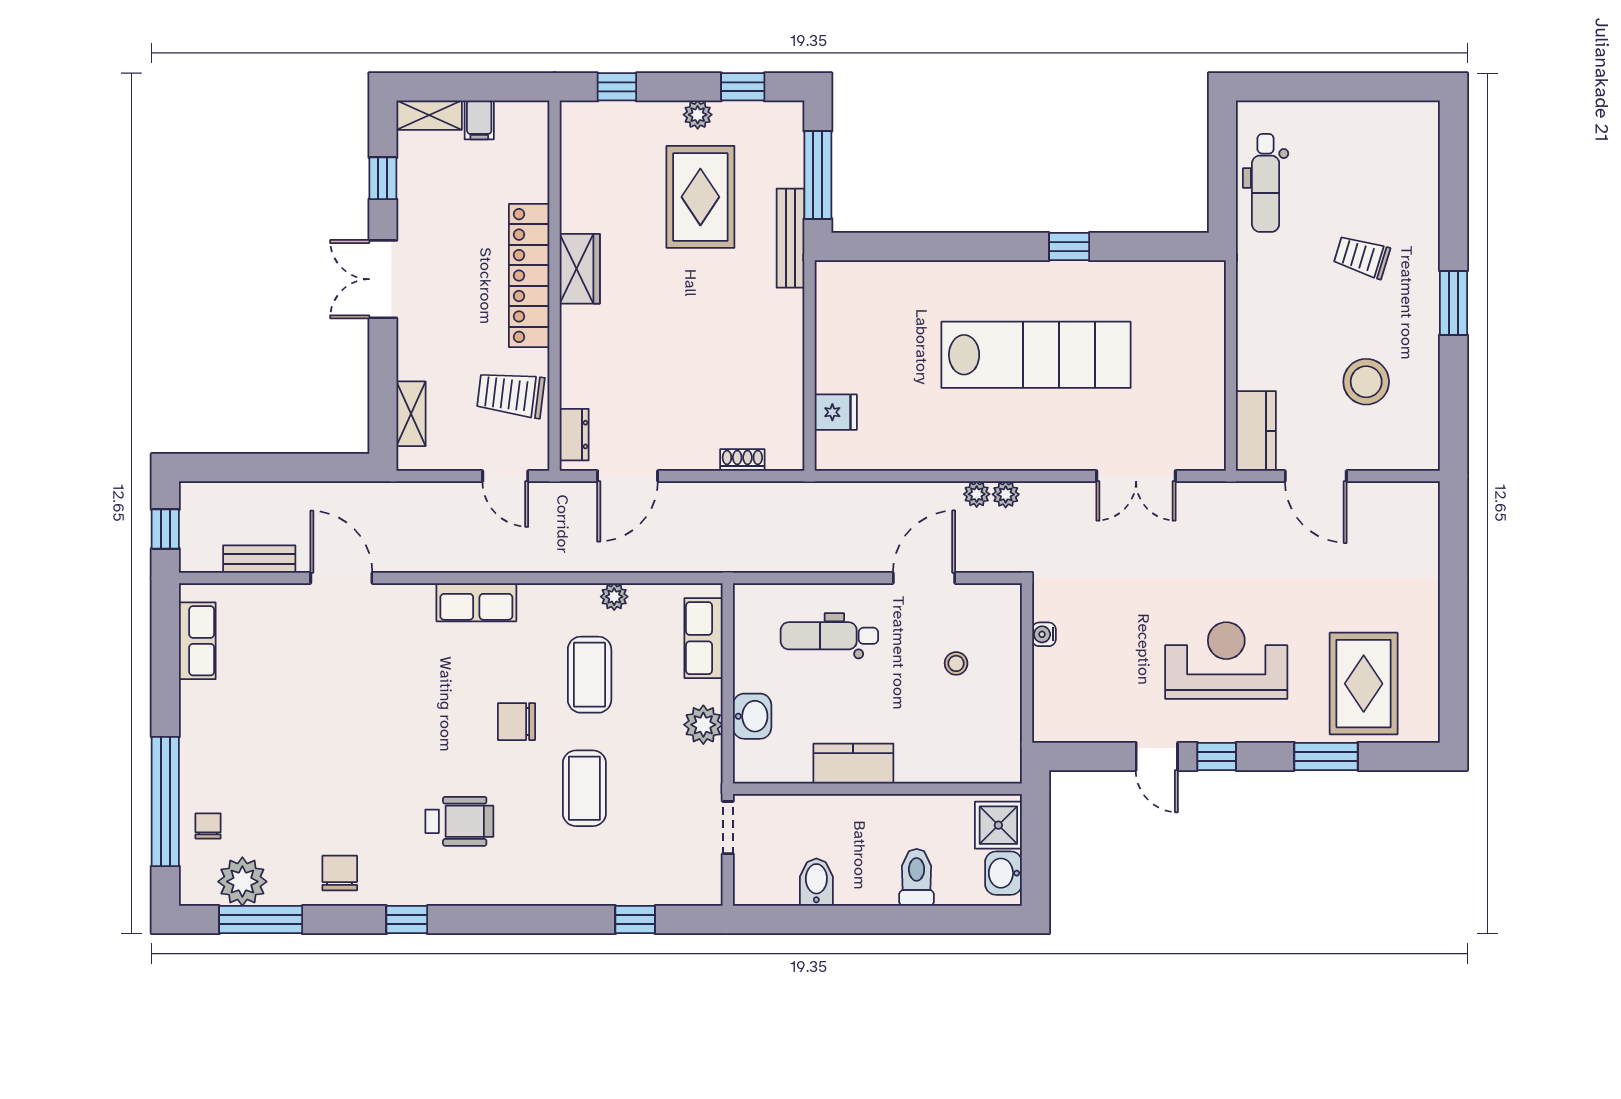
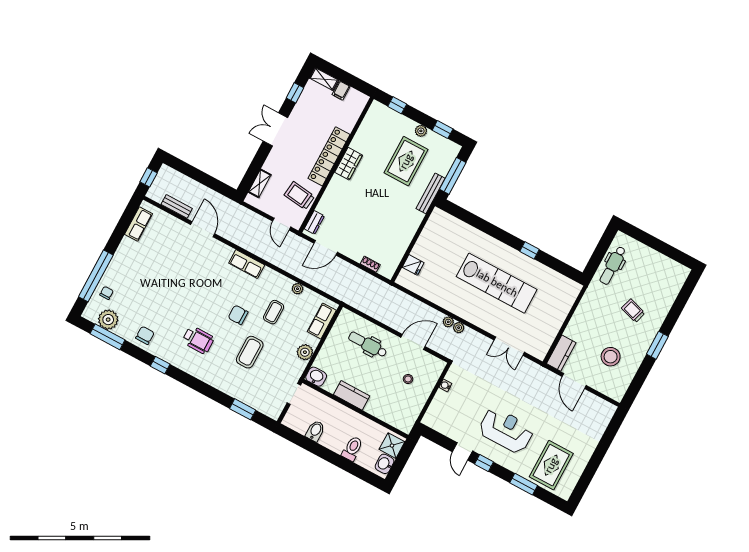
coffee table: (590, 675) -> (274, 312), width x0.73, depth x0.77
washbasin: (752, 716) -> (316, 377), moved, turned -90
window: (635, 920) -> (243, 409), width x1.50

